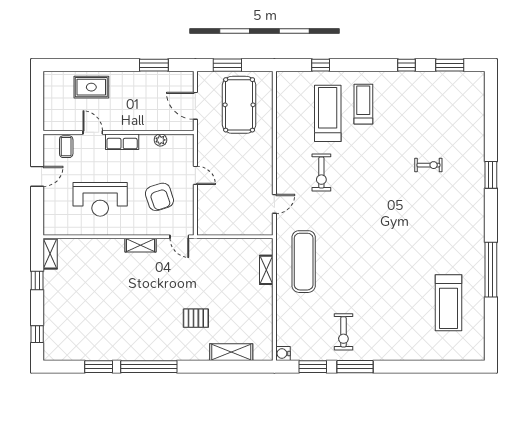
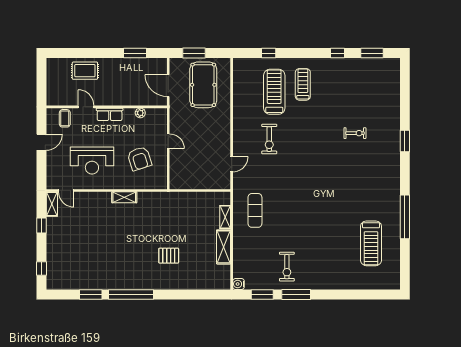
door: (179, 237) -> (66, 190), moved
exercise mat: (304, 262) -> (255, 210), width x0.73, depth x0.69
shelving: (231, 352) -> (224, 247), moved, turned 90

